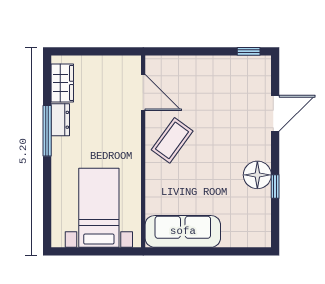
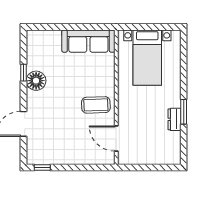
wardrobe: (62, 83) -> (173, 145), removed
window: (47, 131) -> (184, 112), width x0.69
coffee table: (172, 140) -> (96, 105), turned 52

